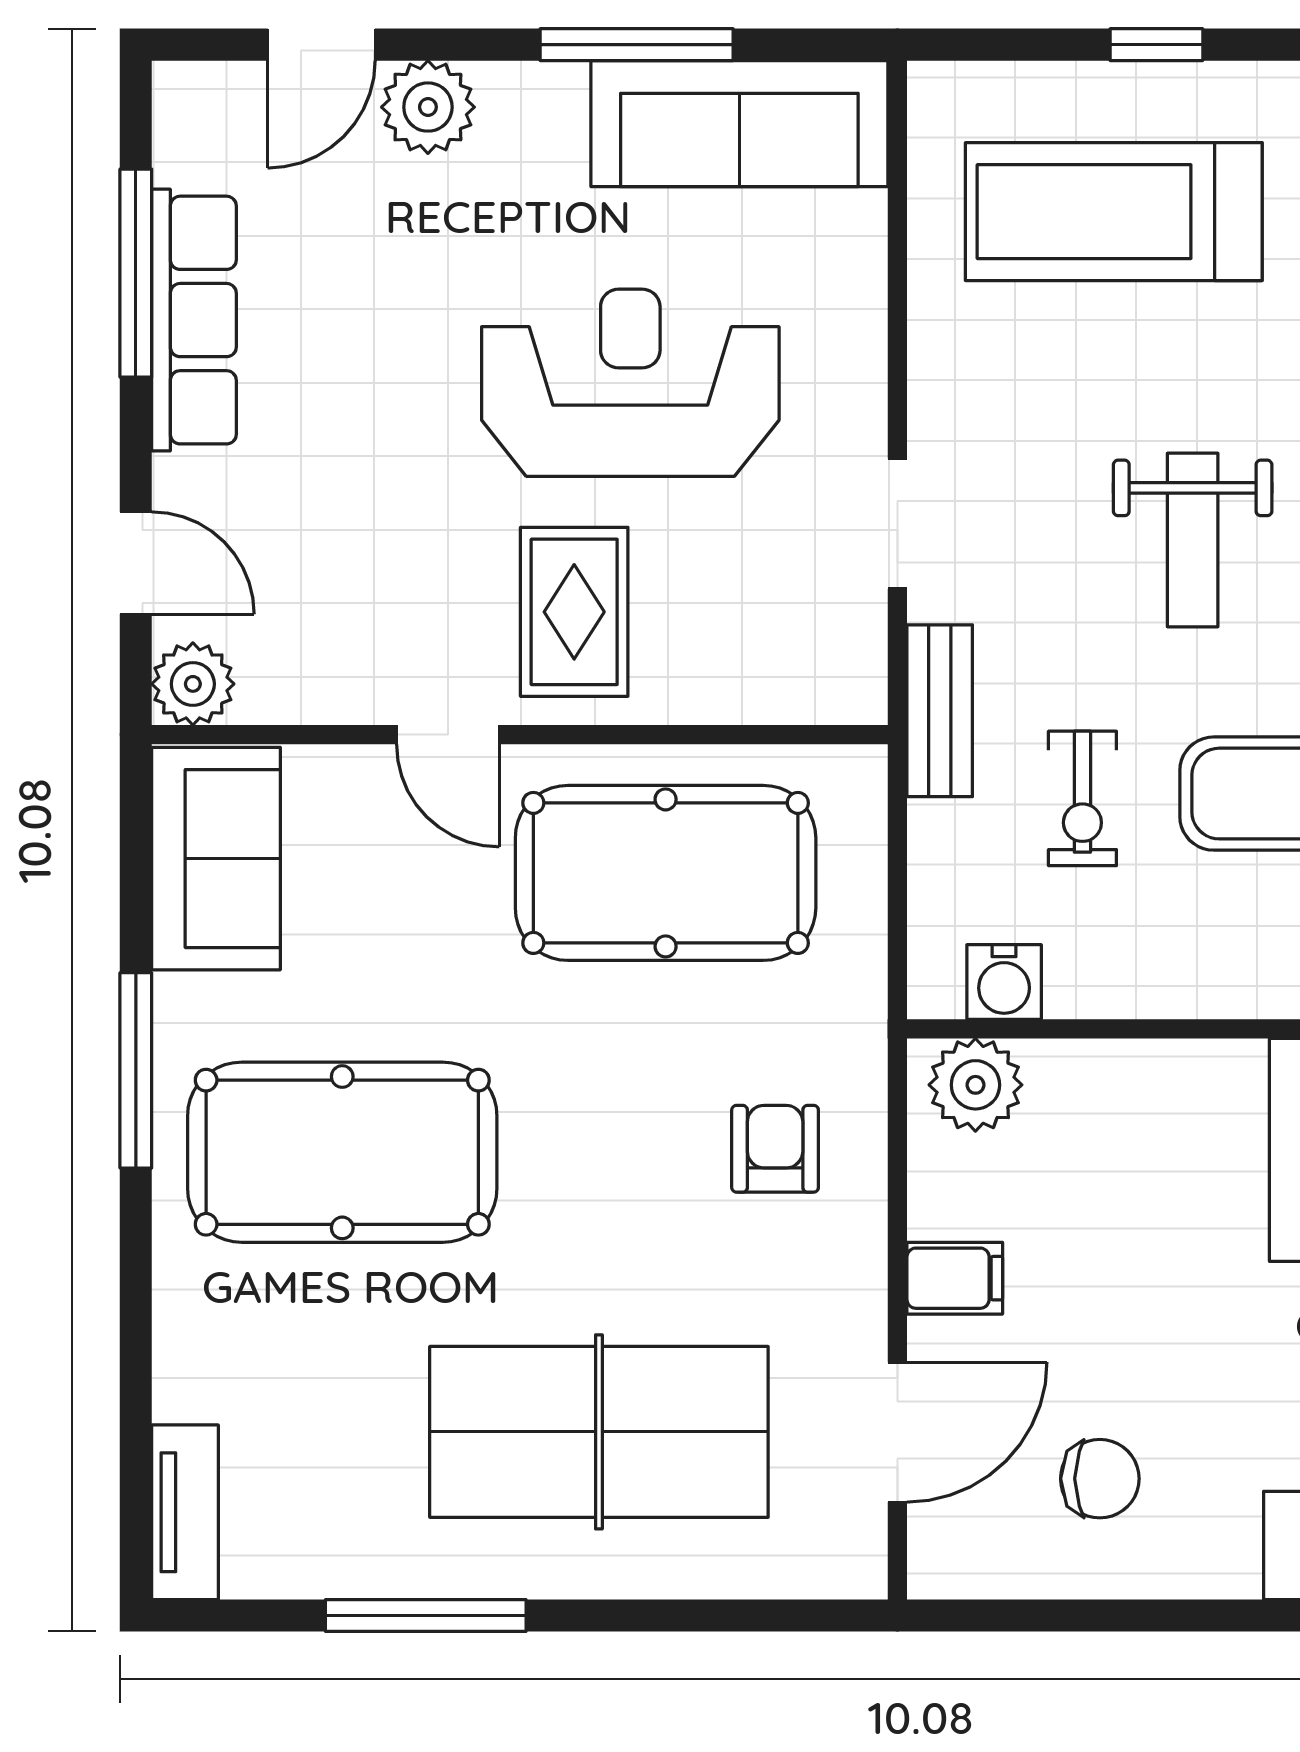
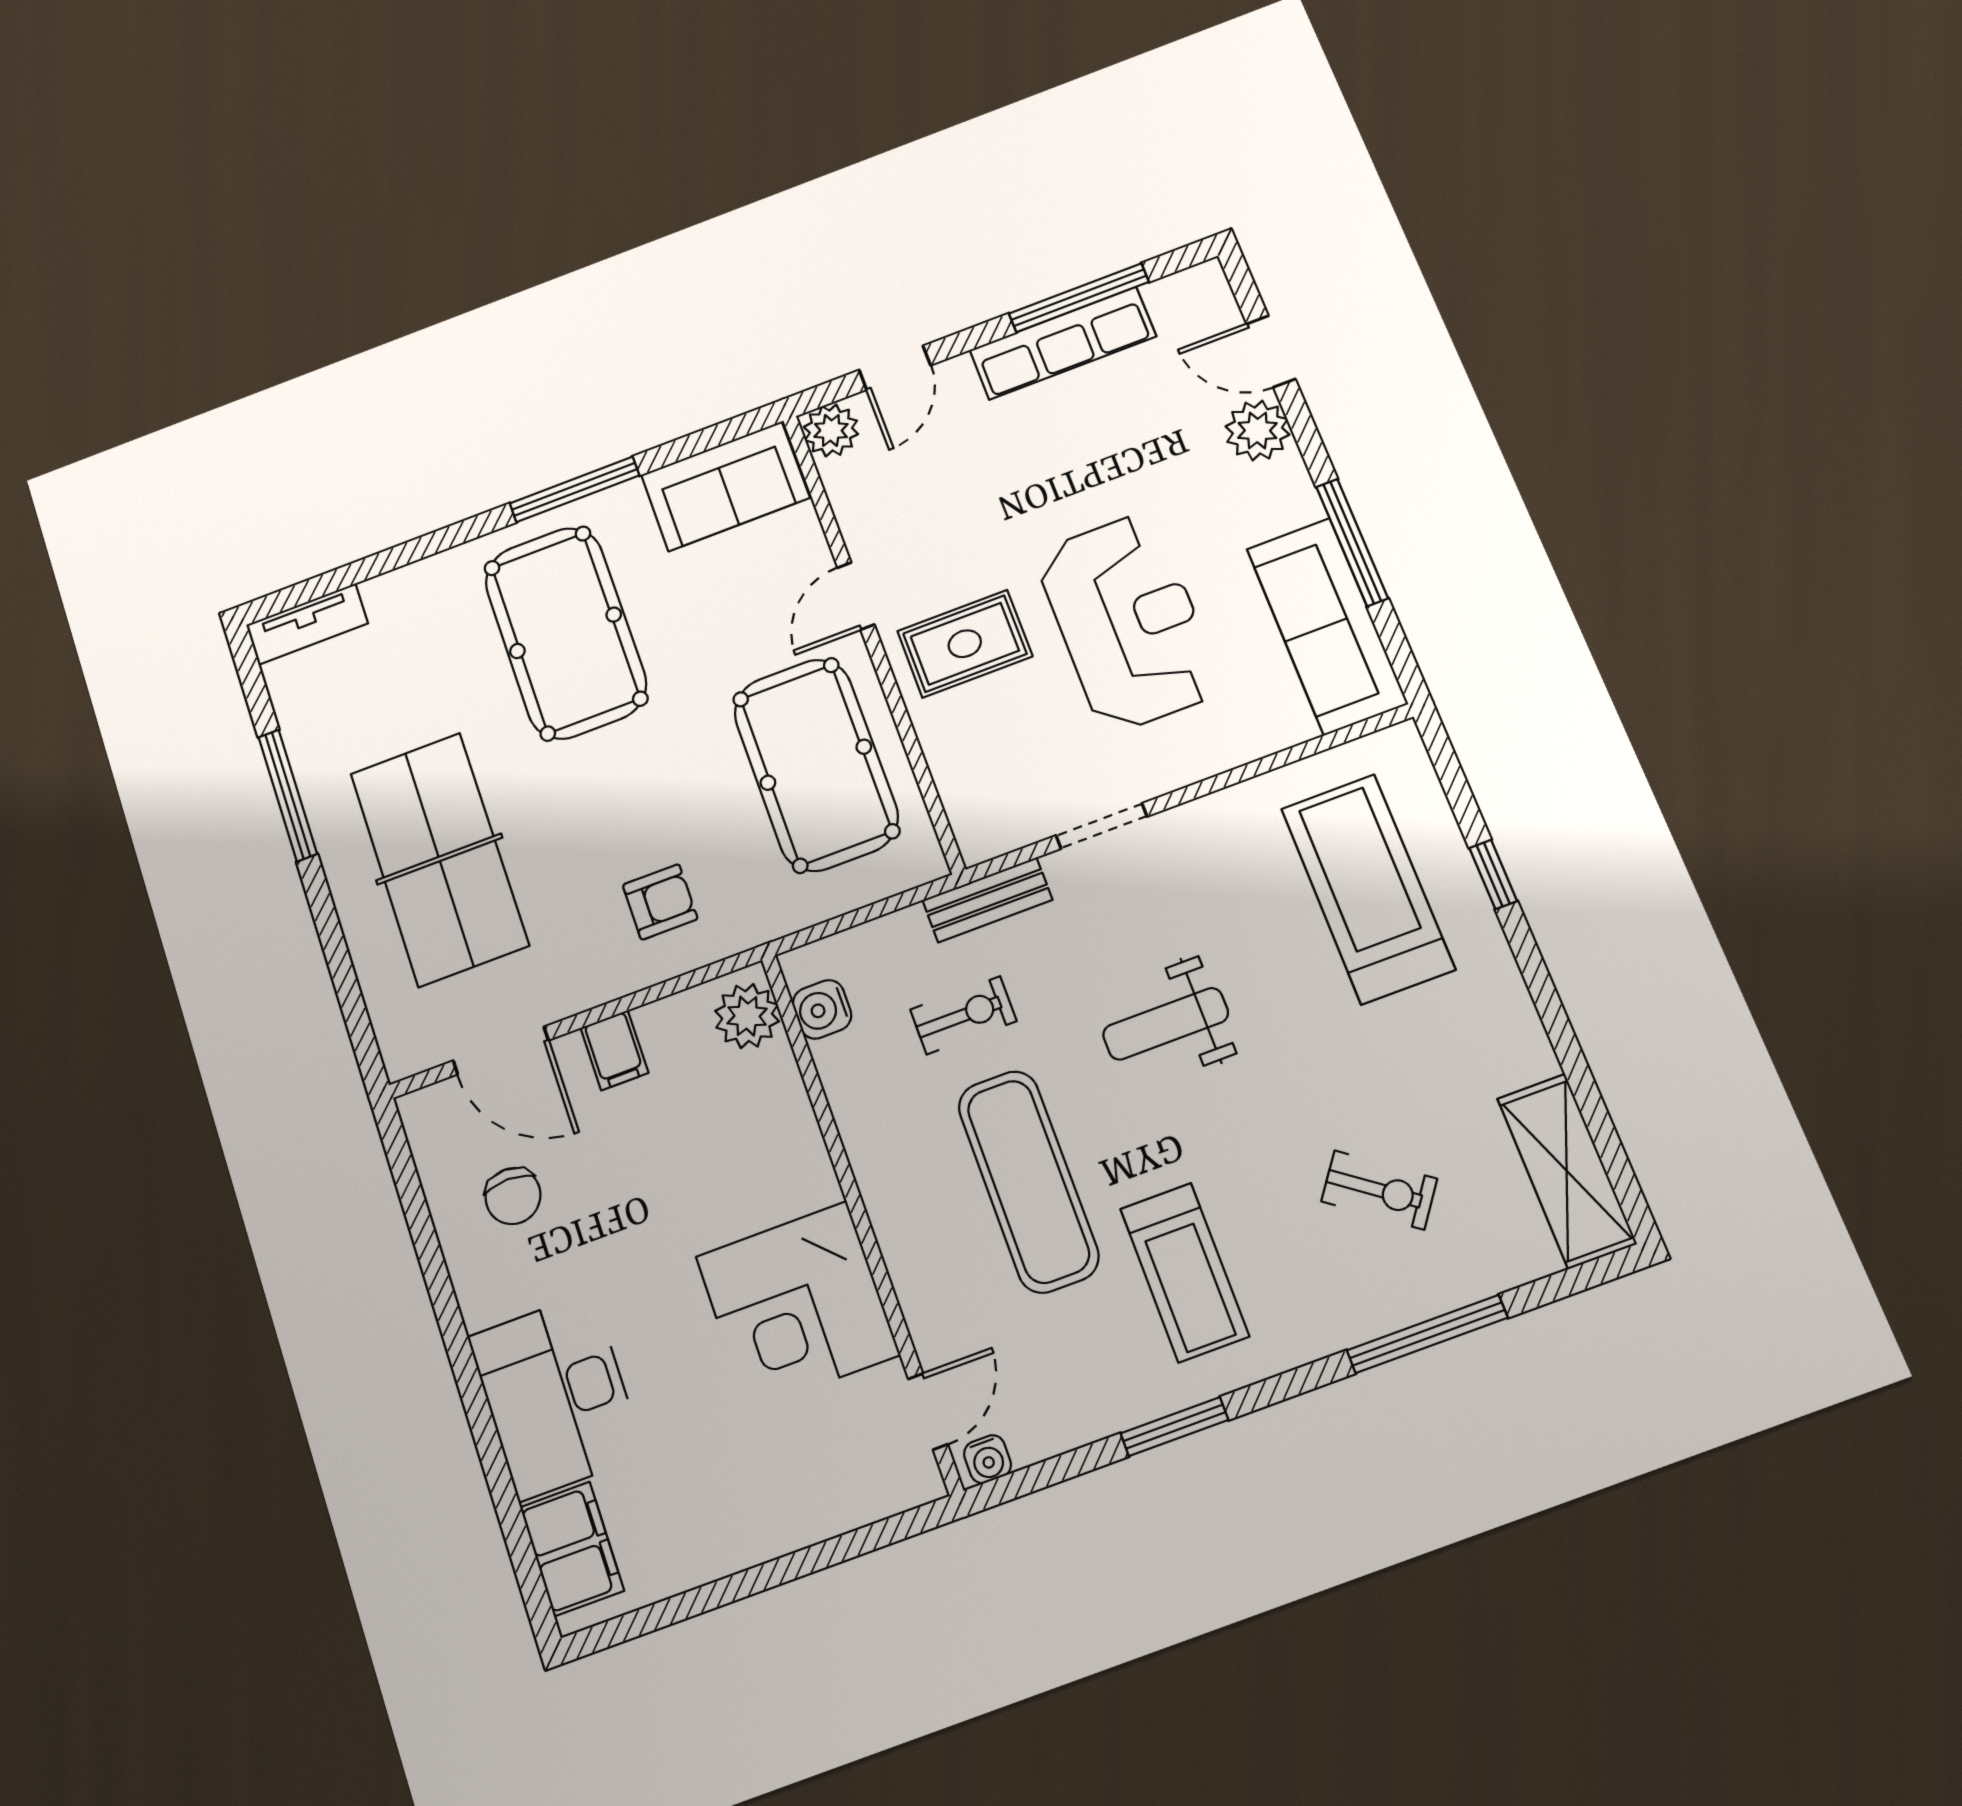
exercise bike: (1082, 798) -> (963, 1015), turned 180

